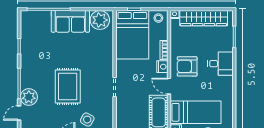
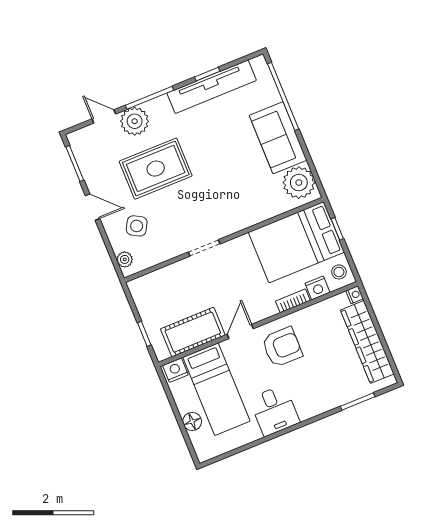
tv unit: (27, 47) -> (212, 87), added
desk: (220, 64) -> (274, 410), moved
armchair: (187, 66) -> (282, 347), turned 90
nightstand: (162, 67) -> (318, 288), moved
rug: (68, 87) -> (156, 169), moved

